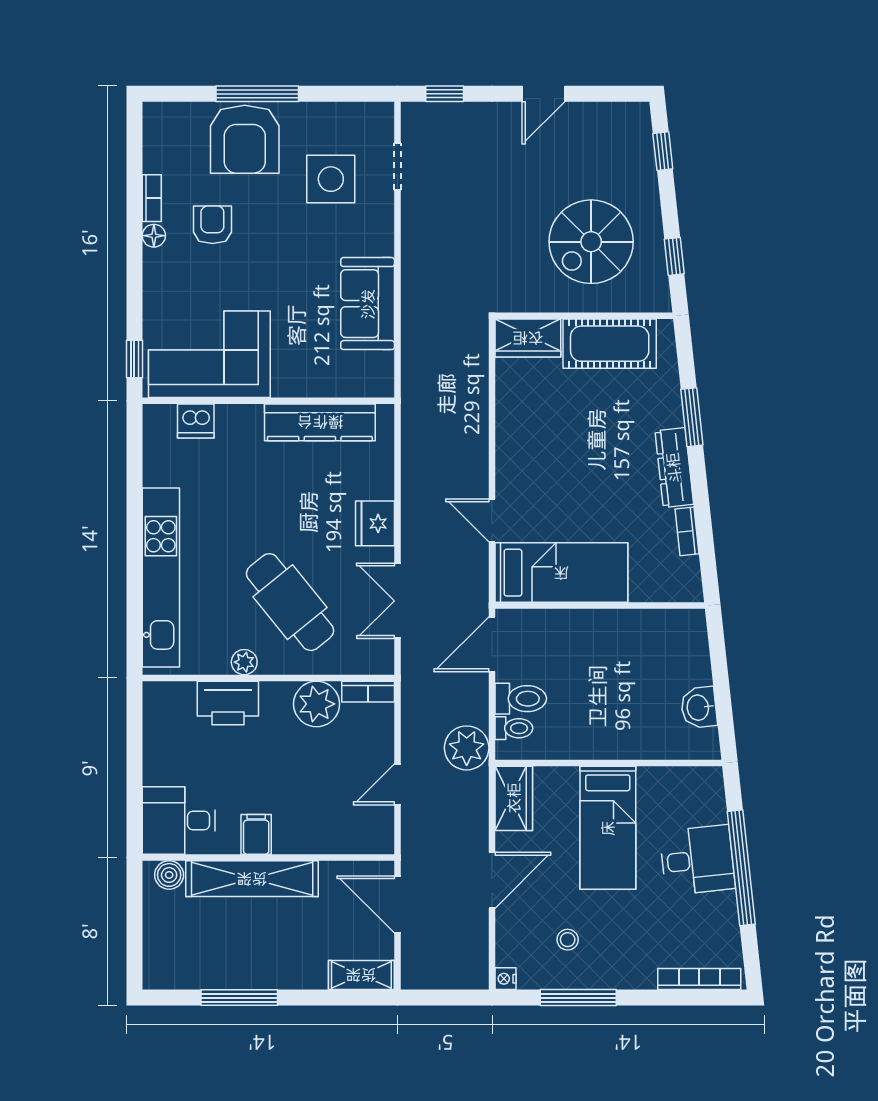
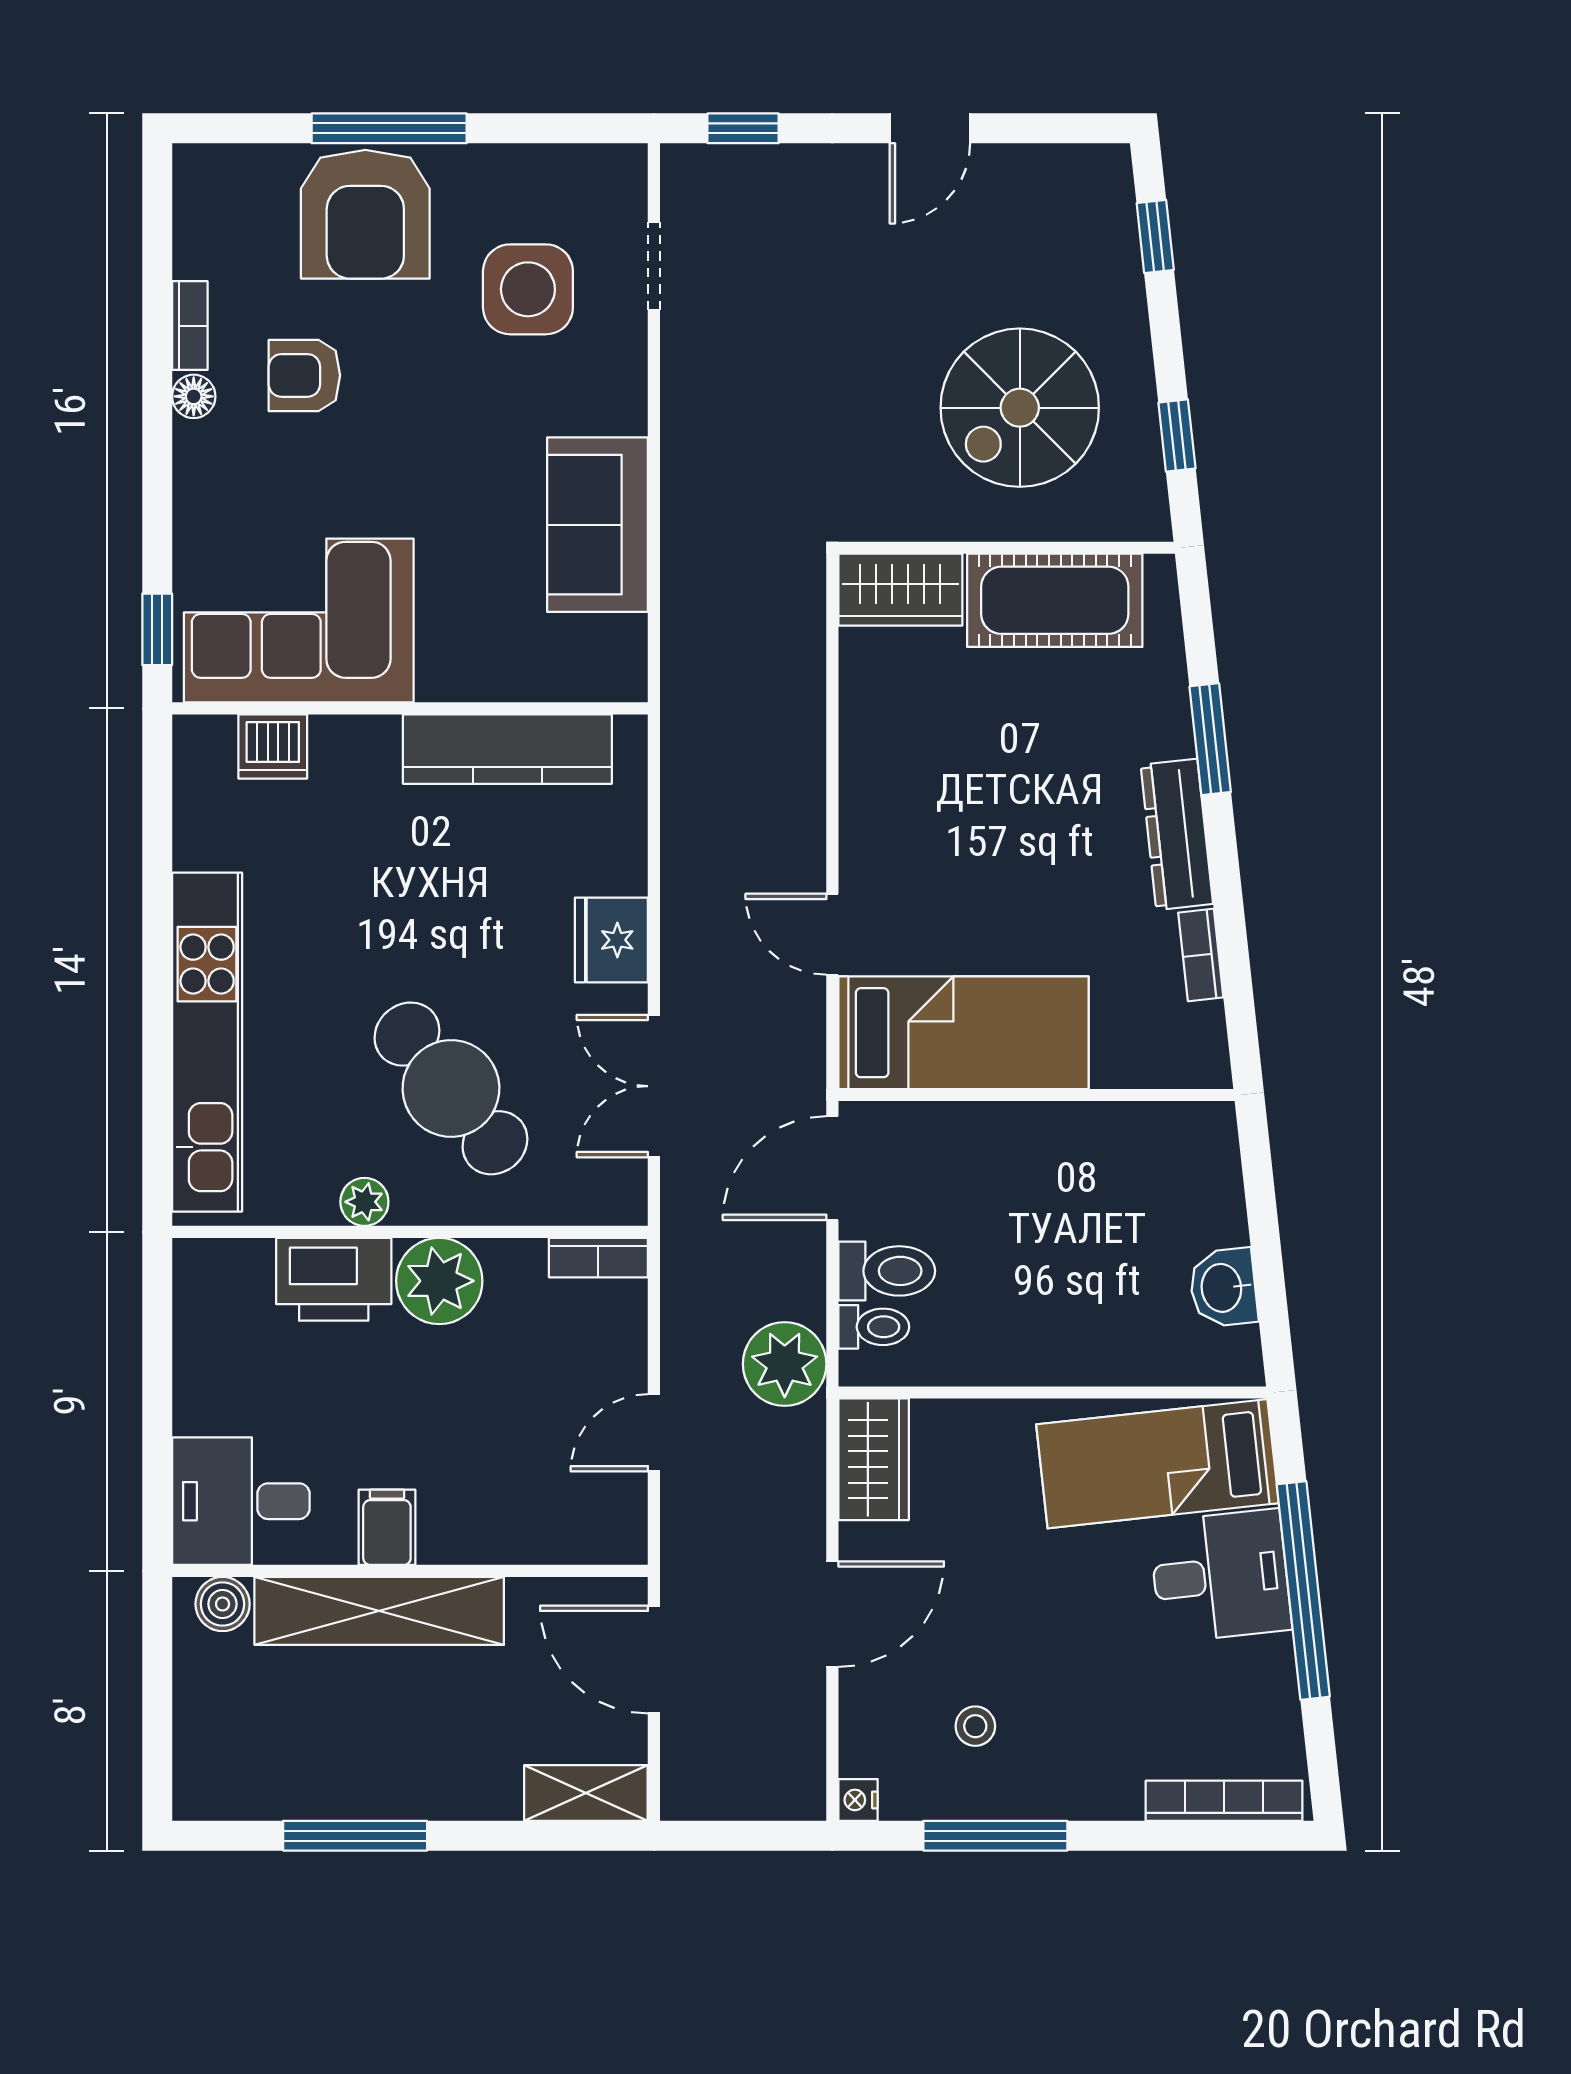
armchair: (212, 225) -> (304, 375), turned -90
plant: (317, 704) -> (439, 1281), moved
bed: (608, 828) -> (1157, 1464), moved, turned 84

